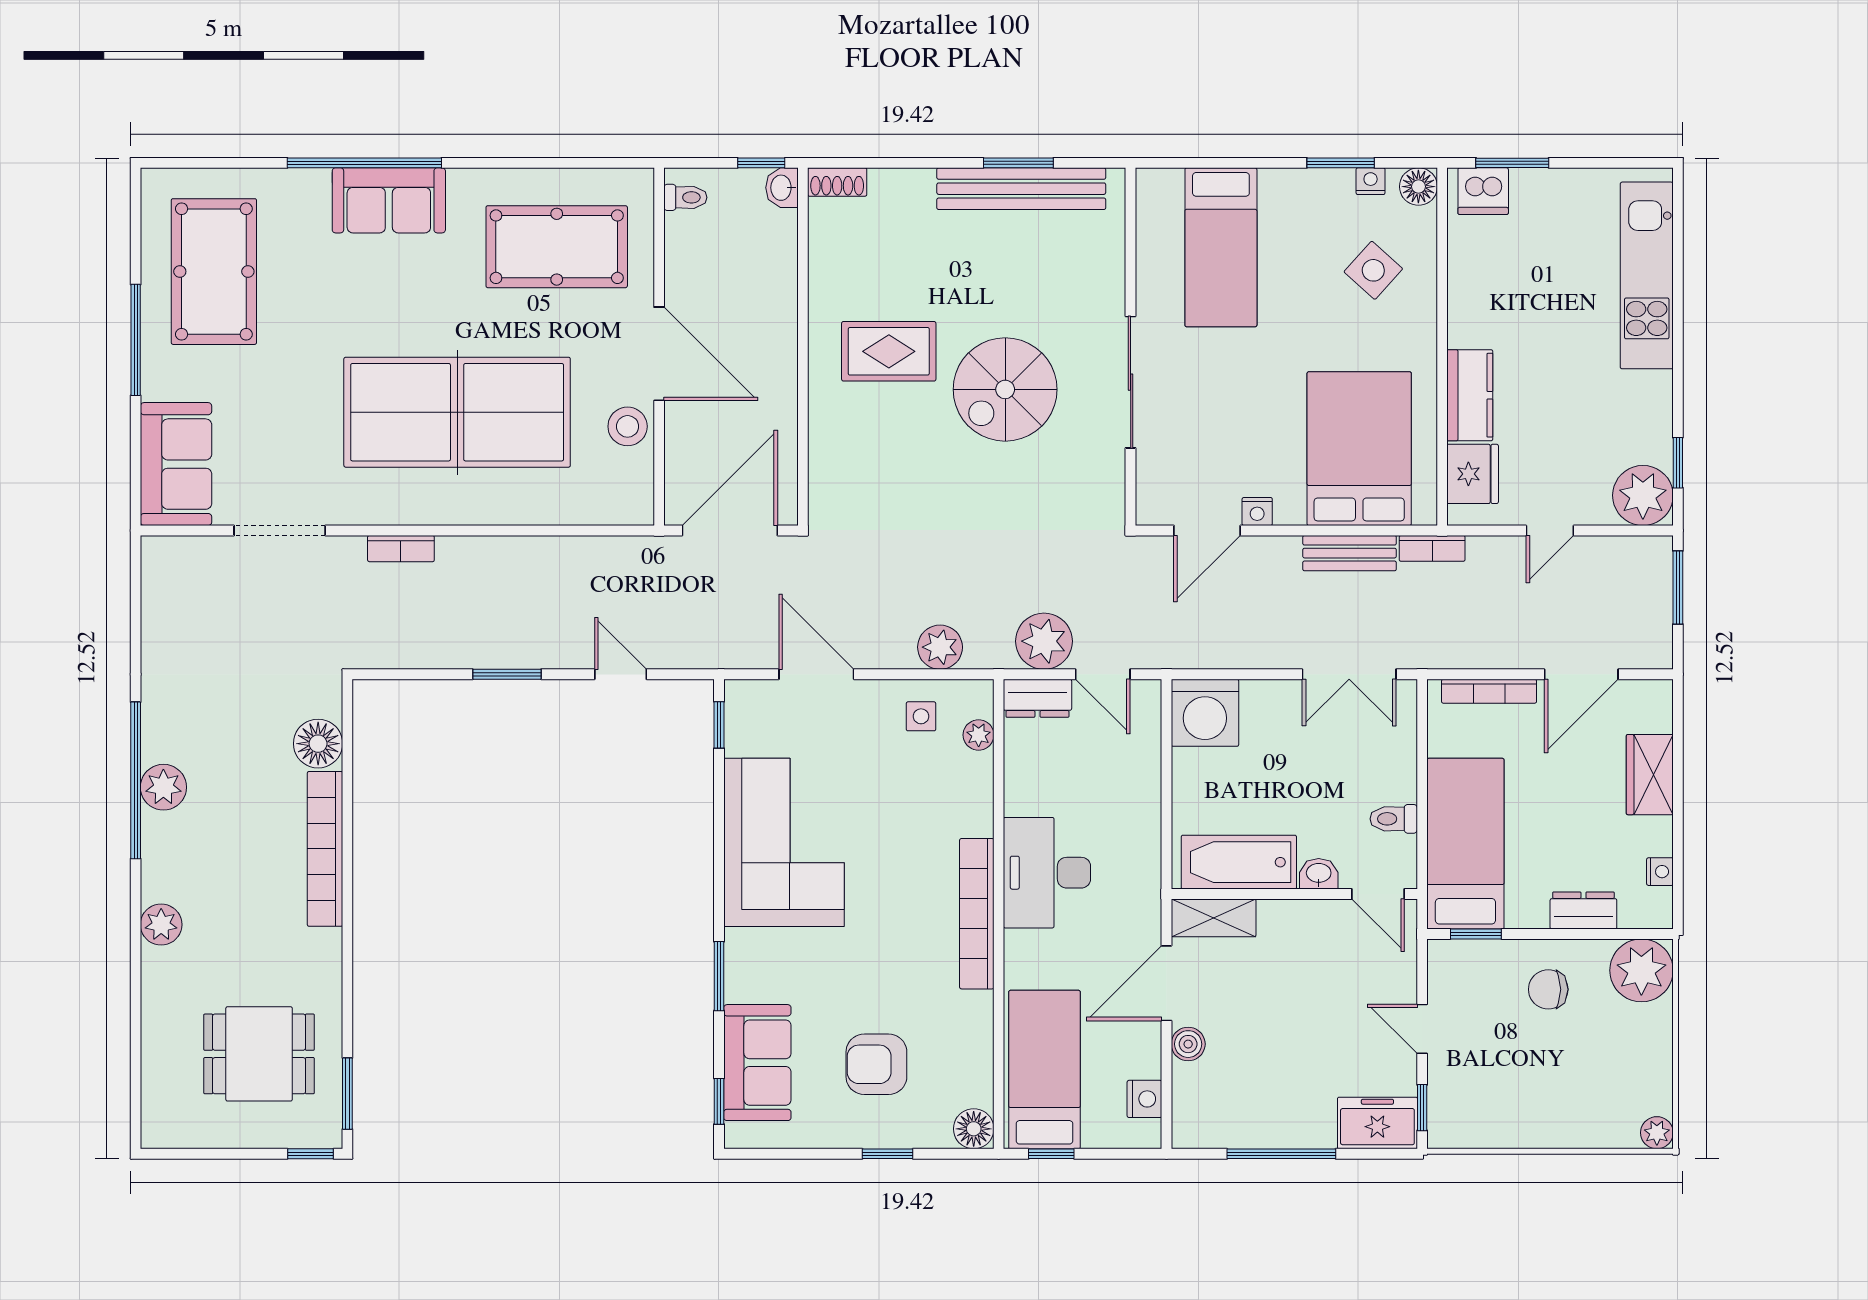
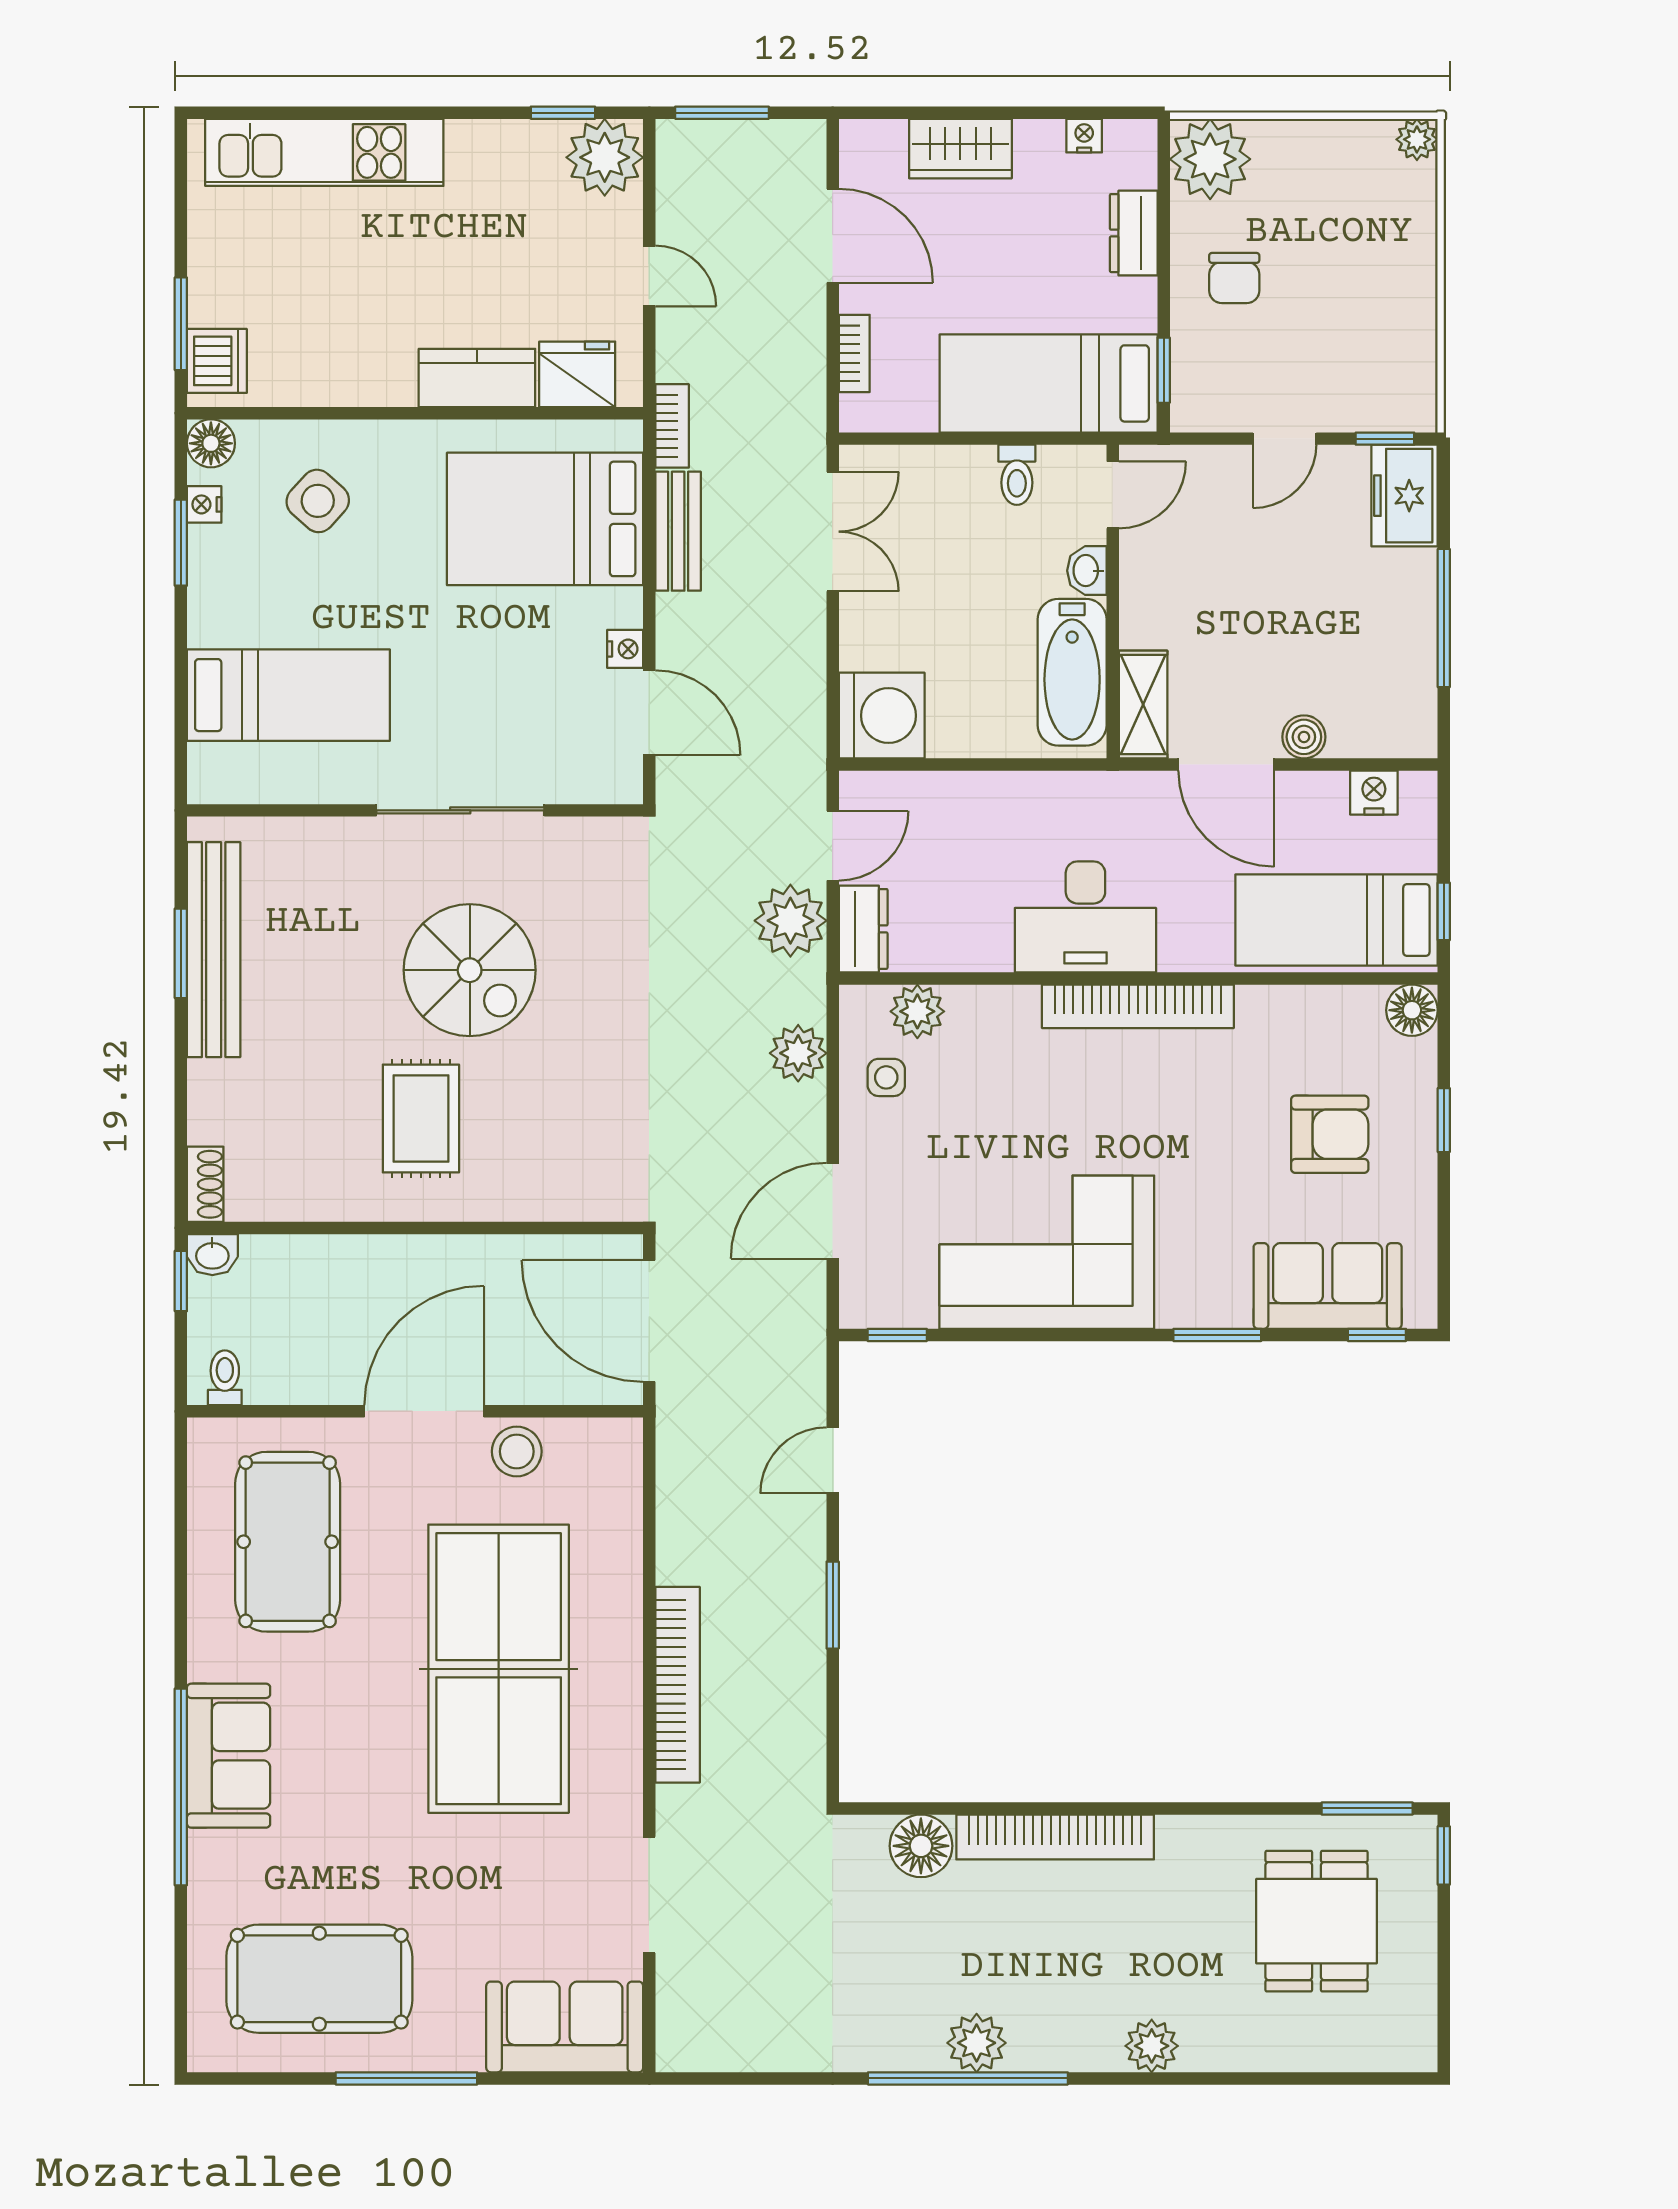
bookcase: (401, 549) -> (678, 1685), width x2.31, depth x1.31
bookcase: (1489, 691) -> (854, 353), width x0.64
plant: (979, 735) -> (917, 1011), width x1.38, depth x1.38
armchair: (876, 1064) -> (1330, 1134), turned -90

